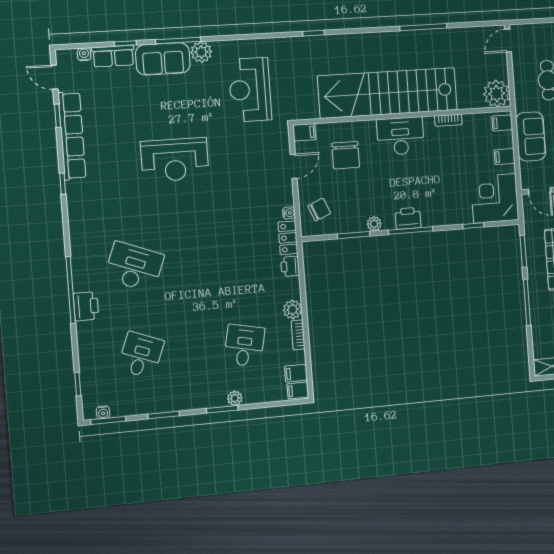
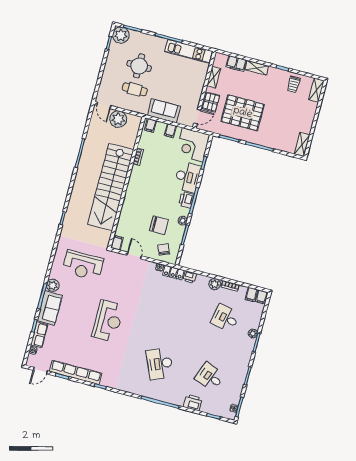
plant: (497, 94) -> (118, 119), moved
desk: (400, 136) -> (187, 177), moved, turned 180
chair: (346, 155) -> (159, 225), moved
desk: (134, 267) -> (160, 364), turned -45
printer: (86, 306) -> (193, 403), moved

